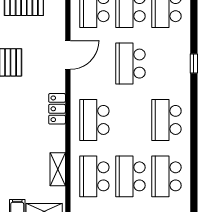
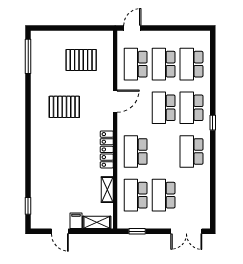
window: (194, 63) -> (213, 123), moved
locker: (57, 109) -> (107, 149), width x1.53
school desk: (166, 176) -> (191, 108), moved

